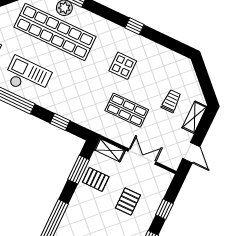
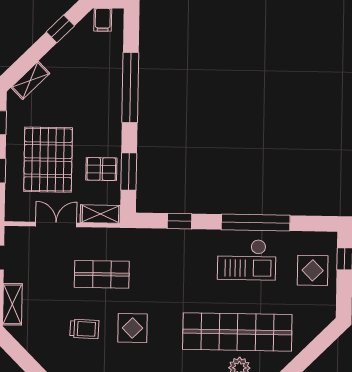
trolley: (171, 101) -> (84, 329), moved, turned -88
double door: (142, 156) -> (56, 224), swing flipped
pallet: (128, 201) -> (48, 160), width x2.05, depth x2.00

